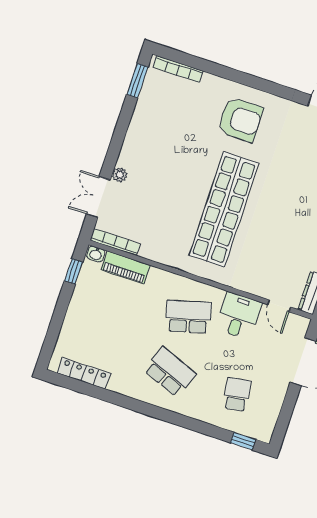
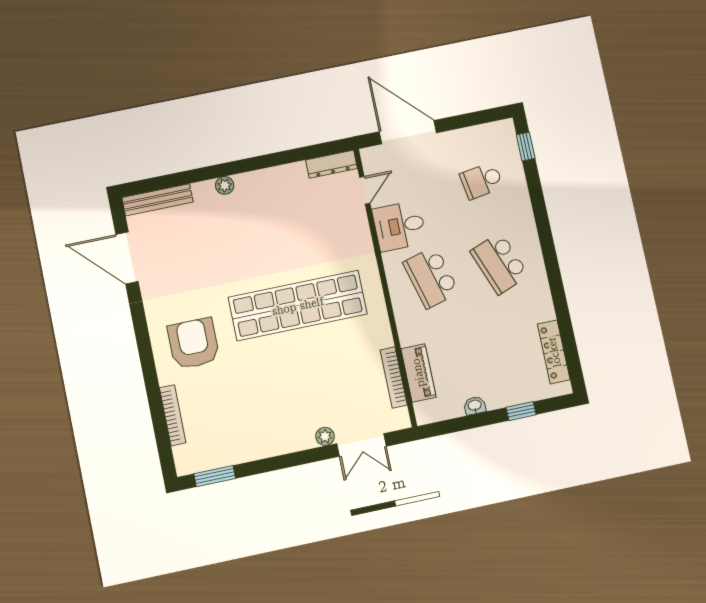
bookcase: (178, 69) -> (173, 415), moved
bookcase: (115, 242) -> (394, 377), moved
washbasin: (96, 254) -> (475, 406), moved, turned -90
window: (74, 271) -> (521, 411), moved
school desk: (170, 372) -> (500, 263), turned -42

